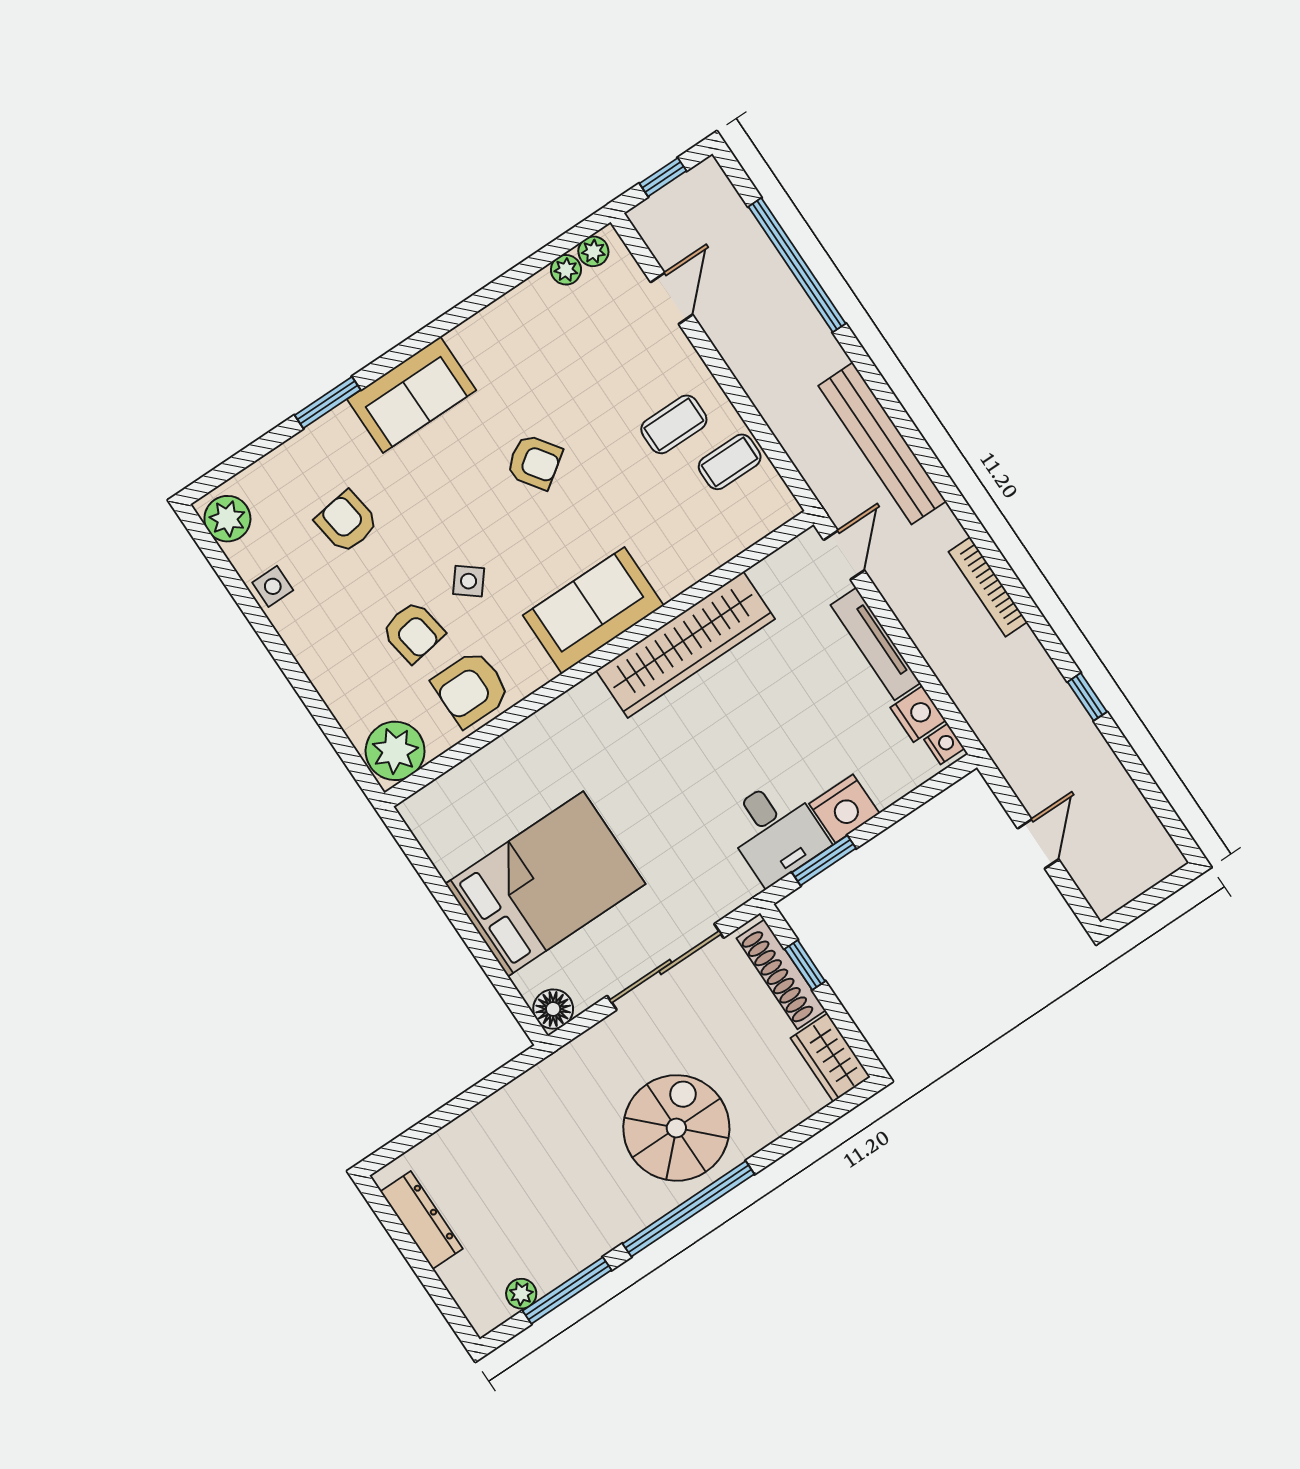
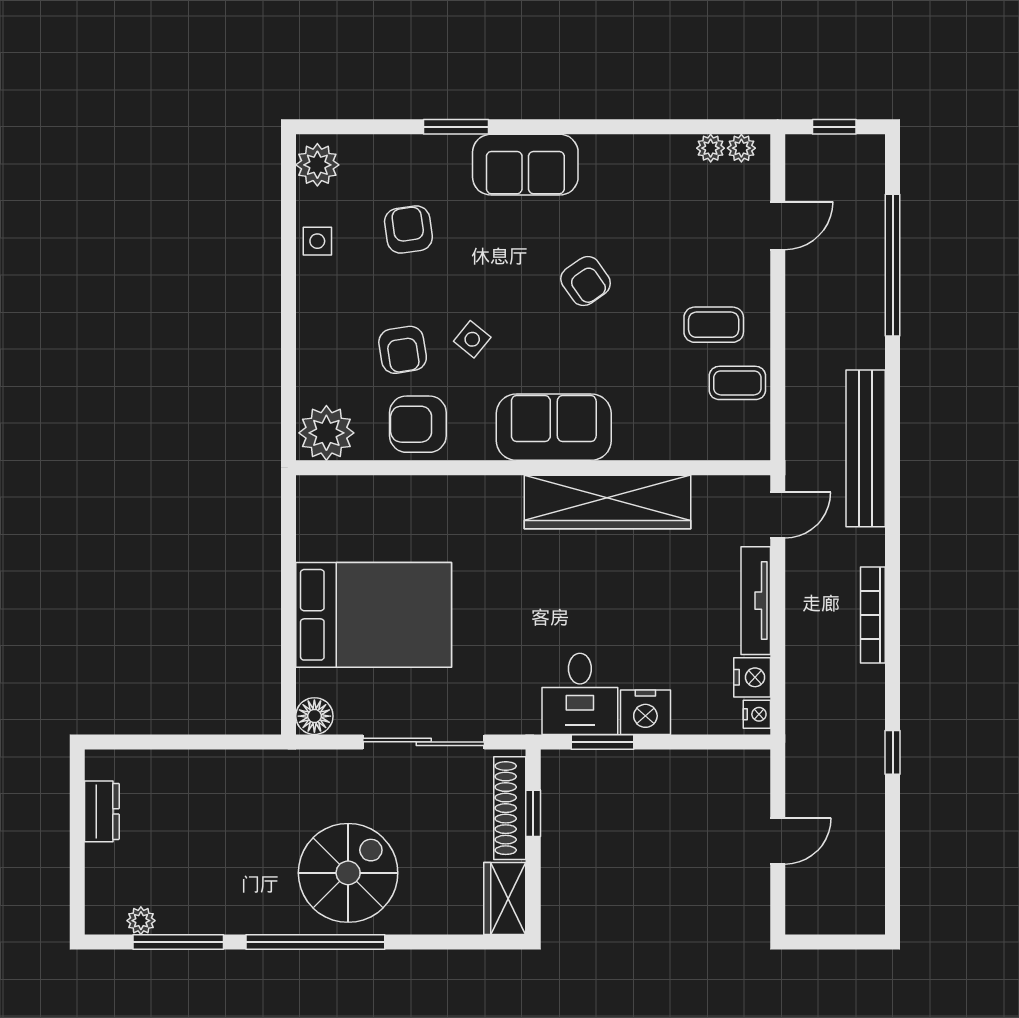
dresser: (422, 1220) -> (102, 811), width x0.70

